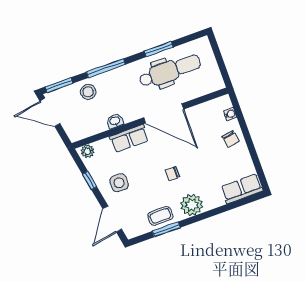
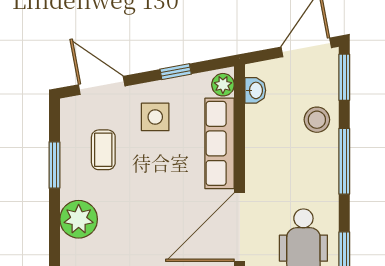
washbasin: (115, 121) -> (255, 90), moved
row of seats: (129, 138) -> (220, 143), width x1.48
chair: (172, 173) -> (139, 207), removed
coffee table: (160, 216) -> (103, 150), moved

